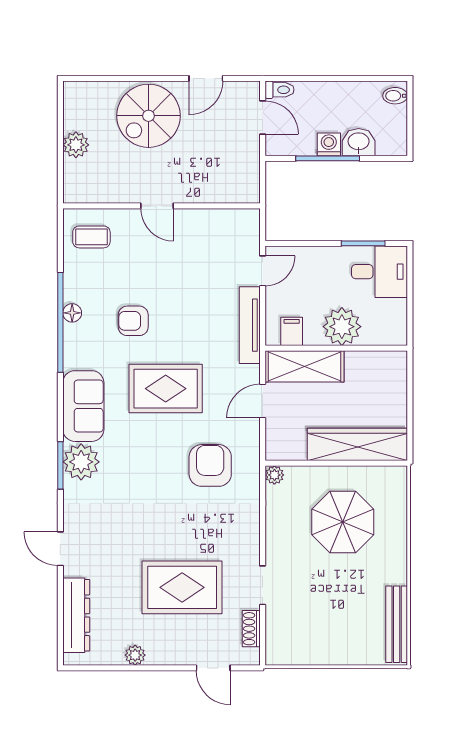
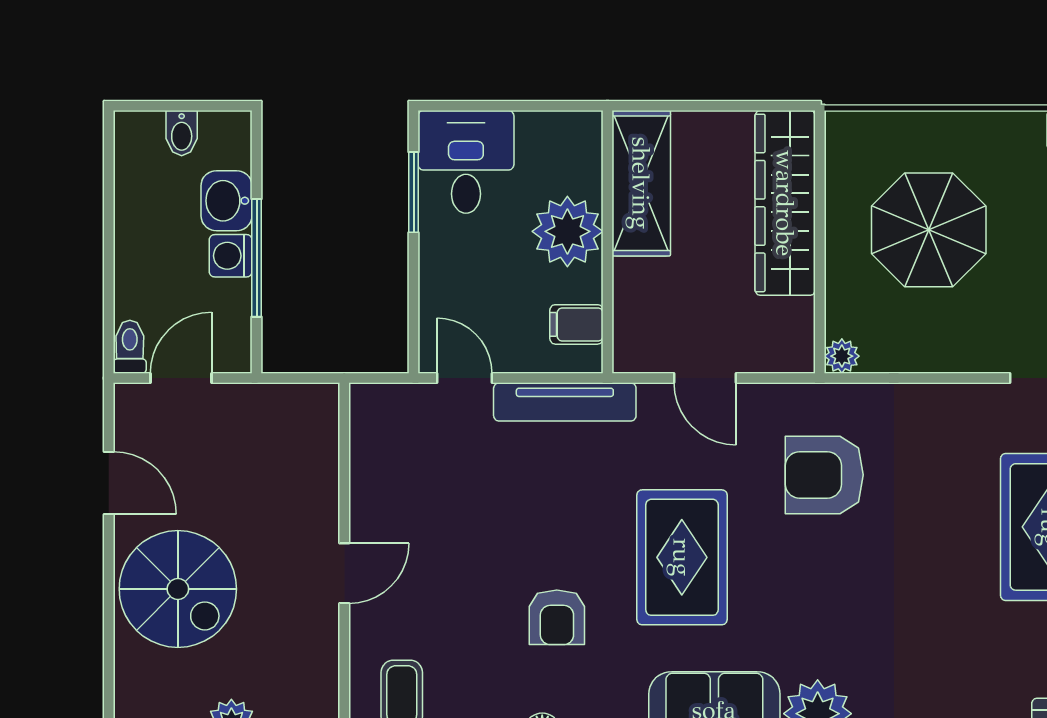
bidet: (395, 96) -> (182, 133), moved
shelving: (305, 366) -> (641, 183), moved

